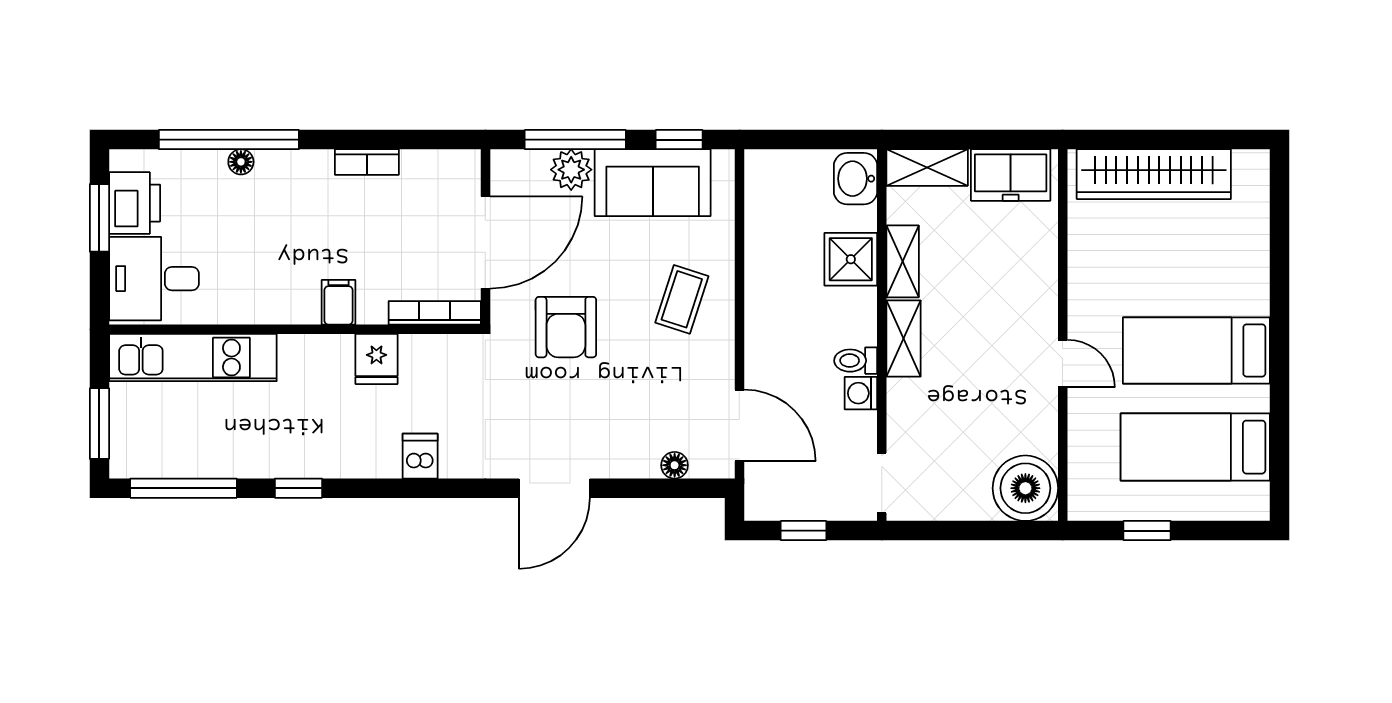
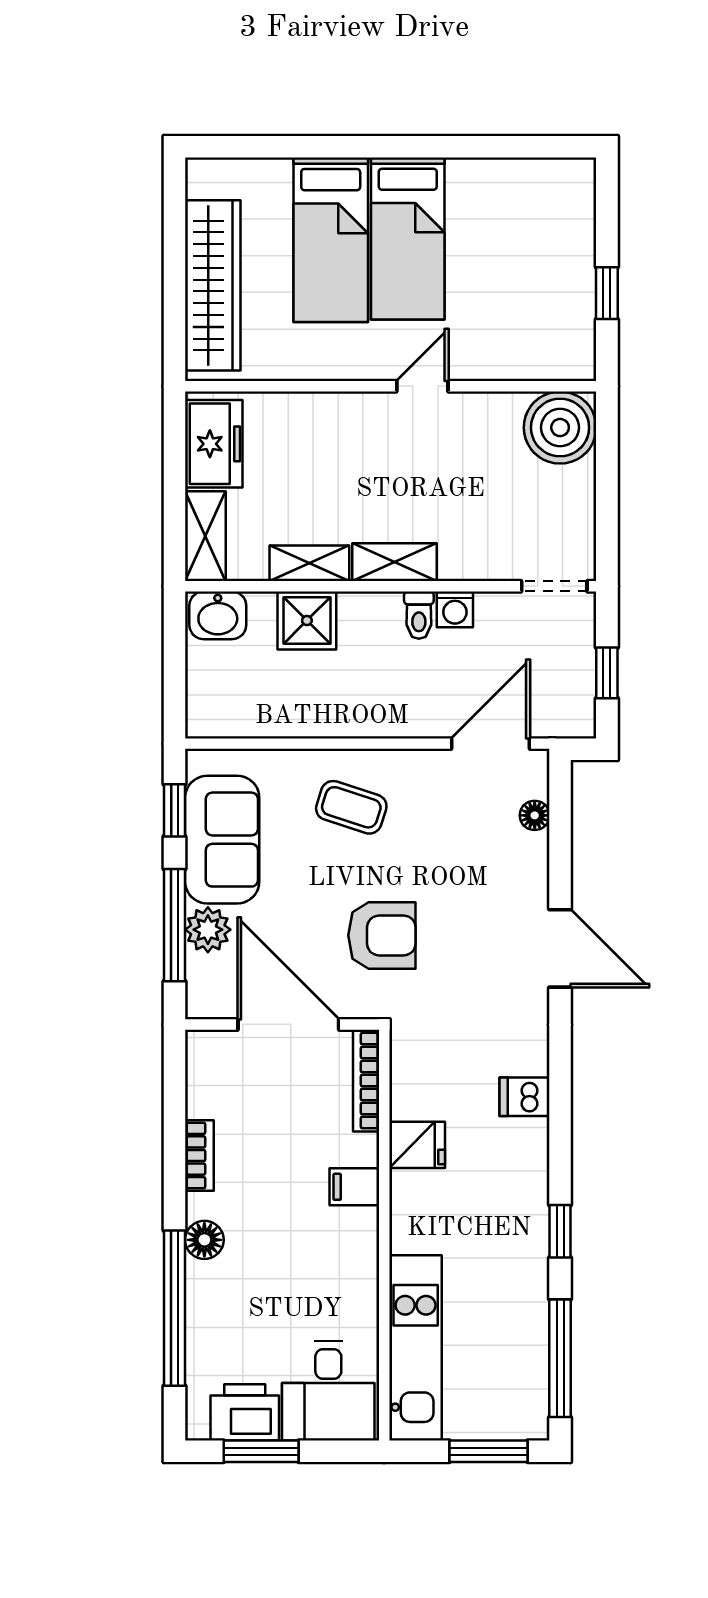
floor lamp: (241, 162) -> (204, 1240), moved, width x1.37, depth x1.37
bed: (1195, 447) -> (331, 240), moved

